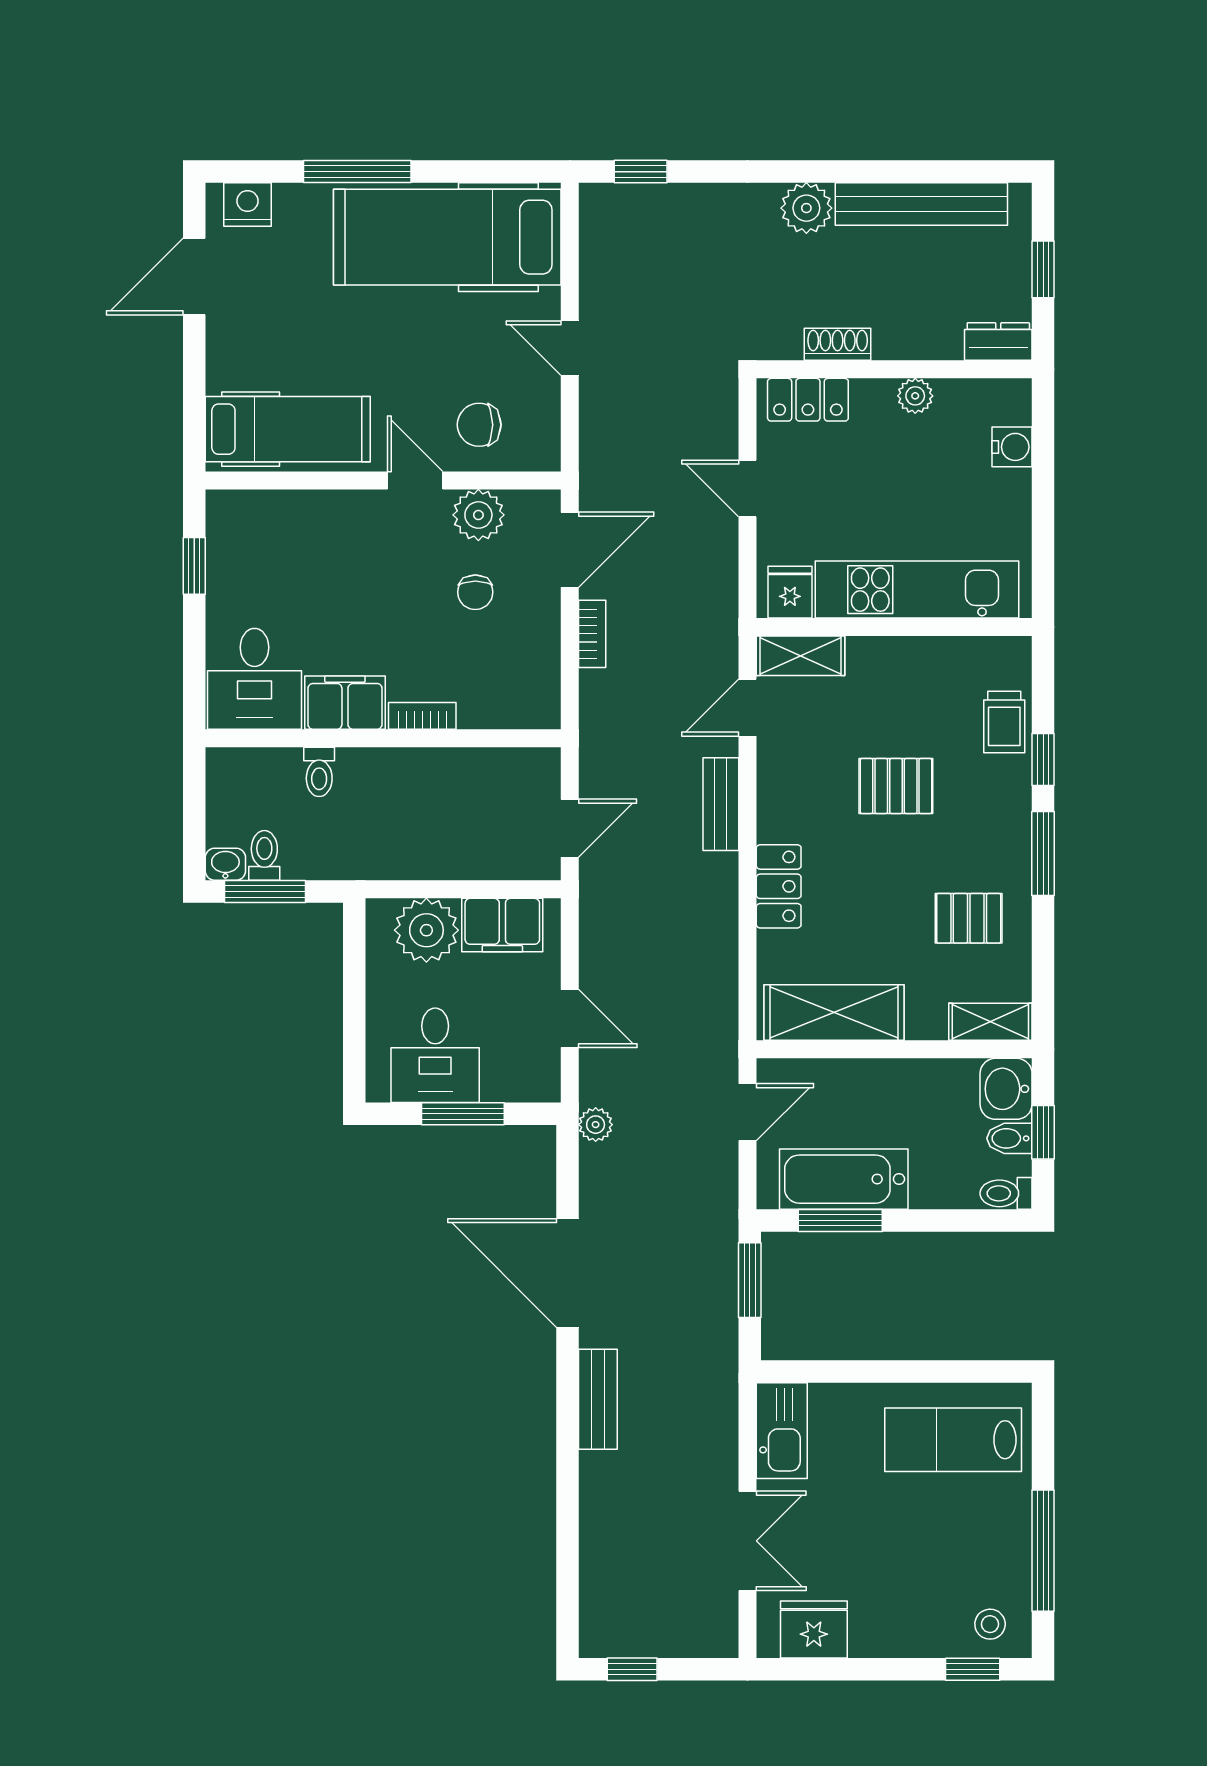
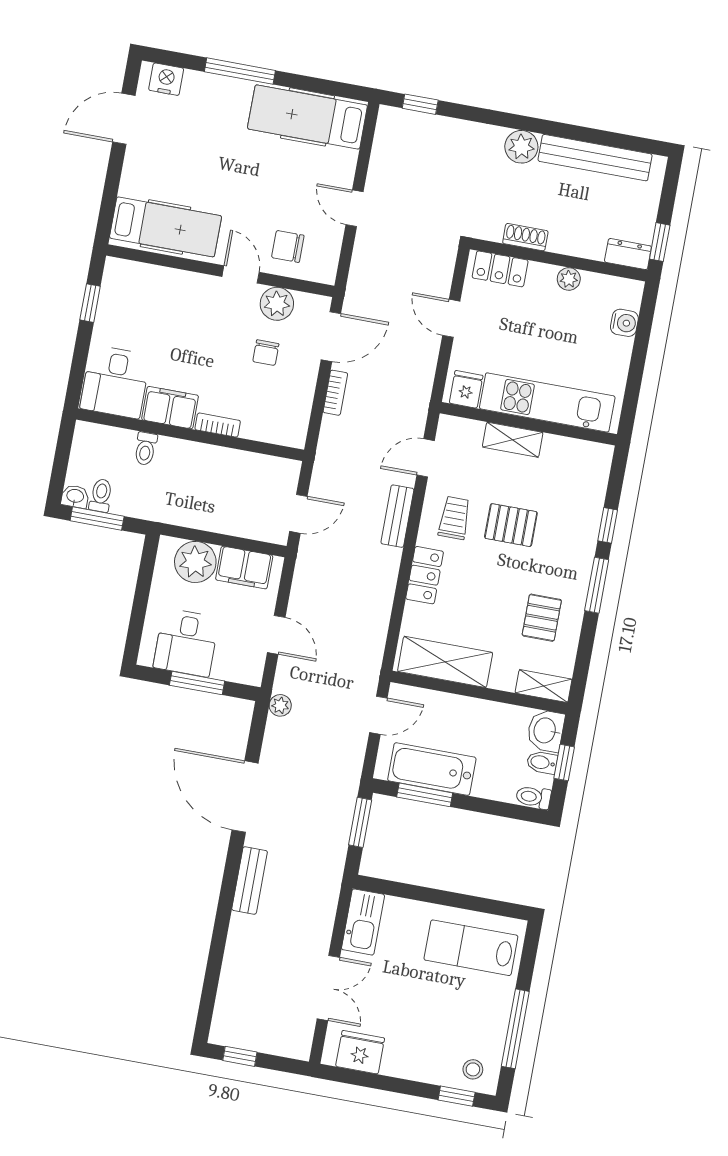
hospital bed: (447, 237) -> (307, 117), width x0.73, depth x0.78
window: (1043, 269) -> (660, 242), moved
shelving: (801, 656) -> (513, 440), moved
trolley: (1004, 722) -> (454, 518), moved, turned 180
pallet: (969, 918) -> (542, 618), turned 90

